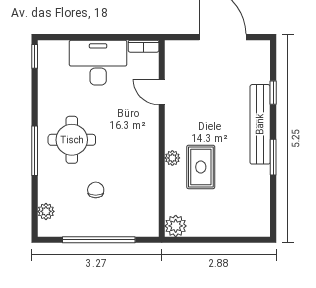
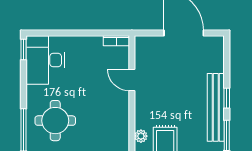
desk: (98, 63) -> (45, 60), moved, turned -90
window: (273, 93) -> (227, 98), moved

